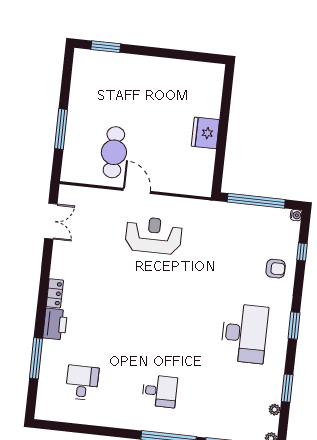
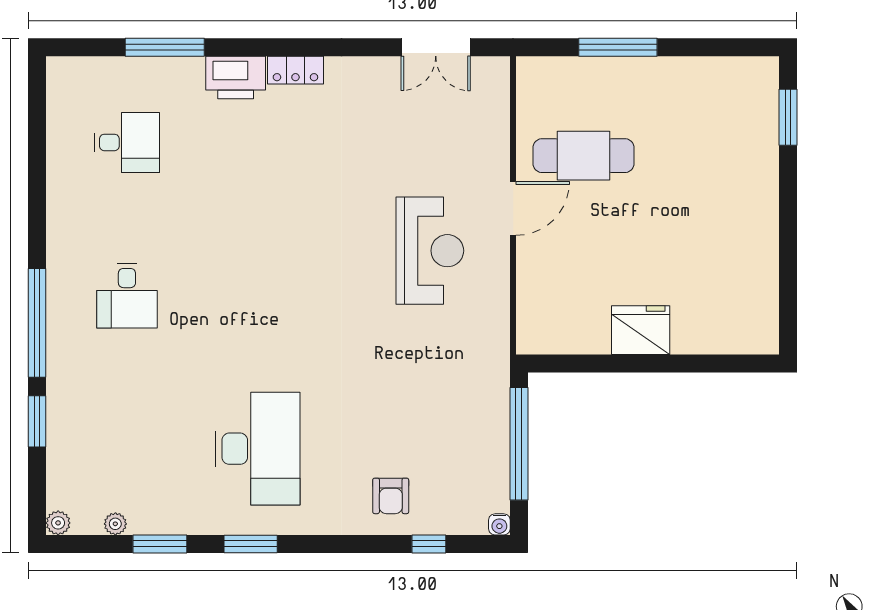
window: (294, 326) -> (251, 544), moved
desk: (244, 333) -> (258, 449), turned -90

